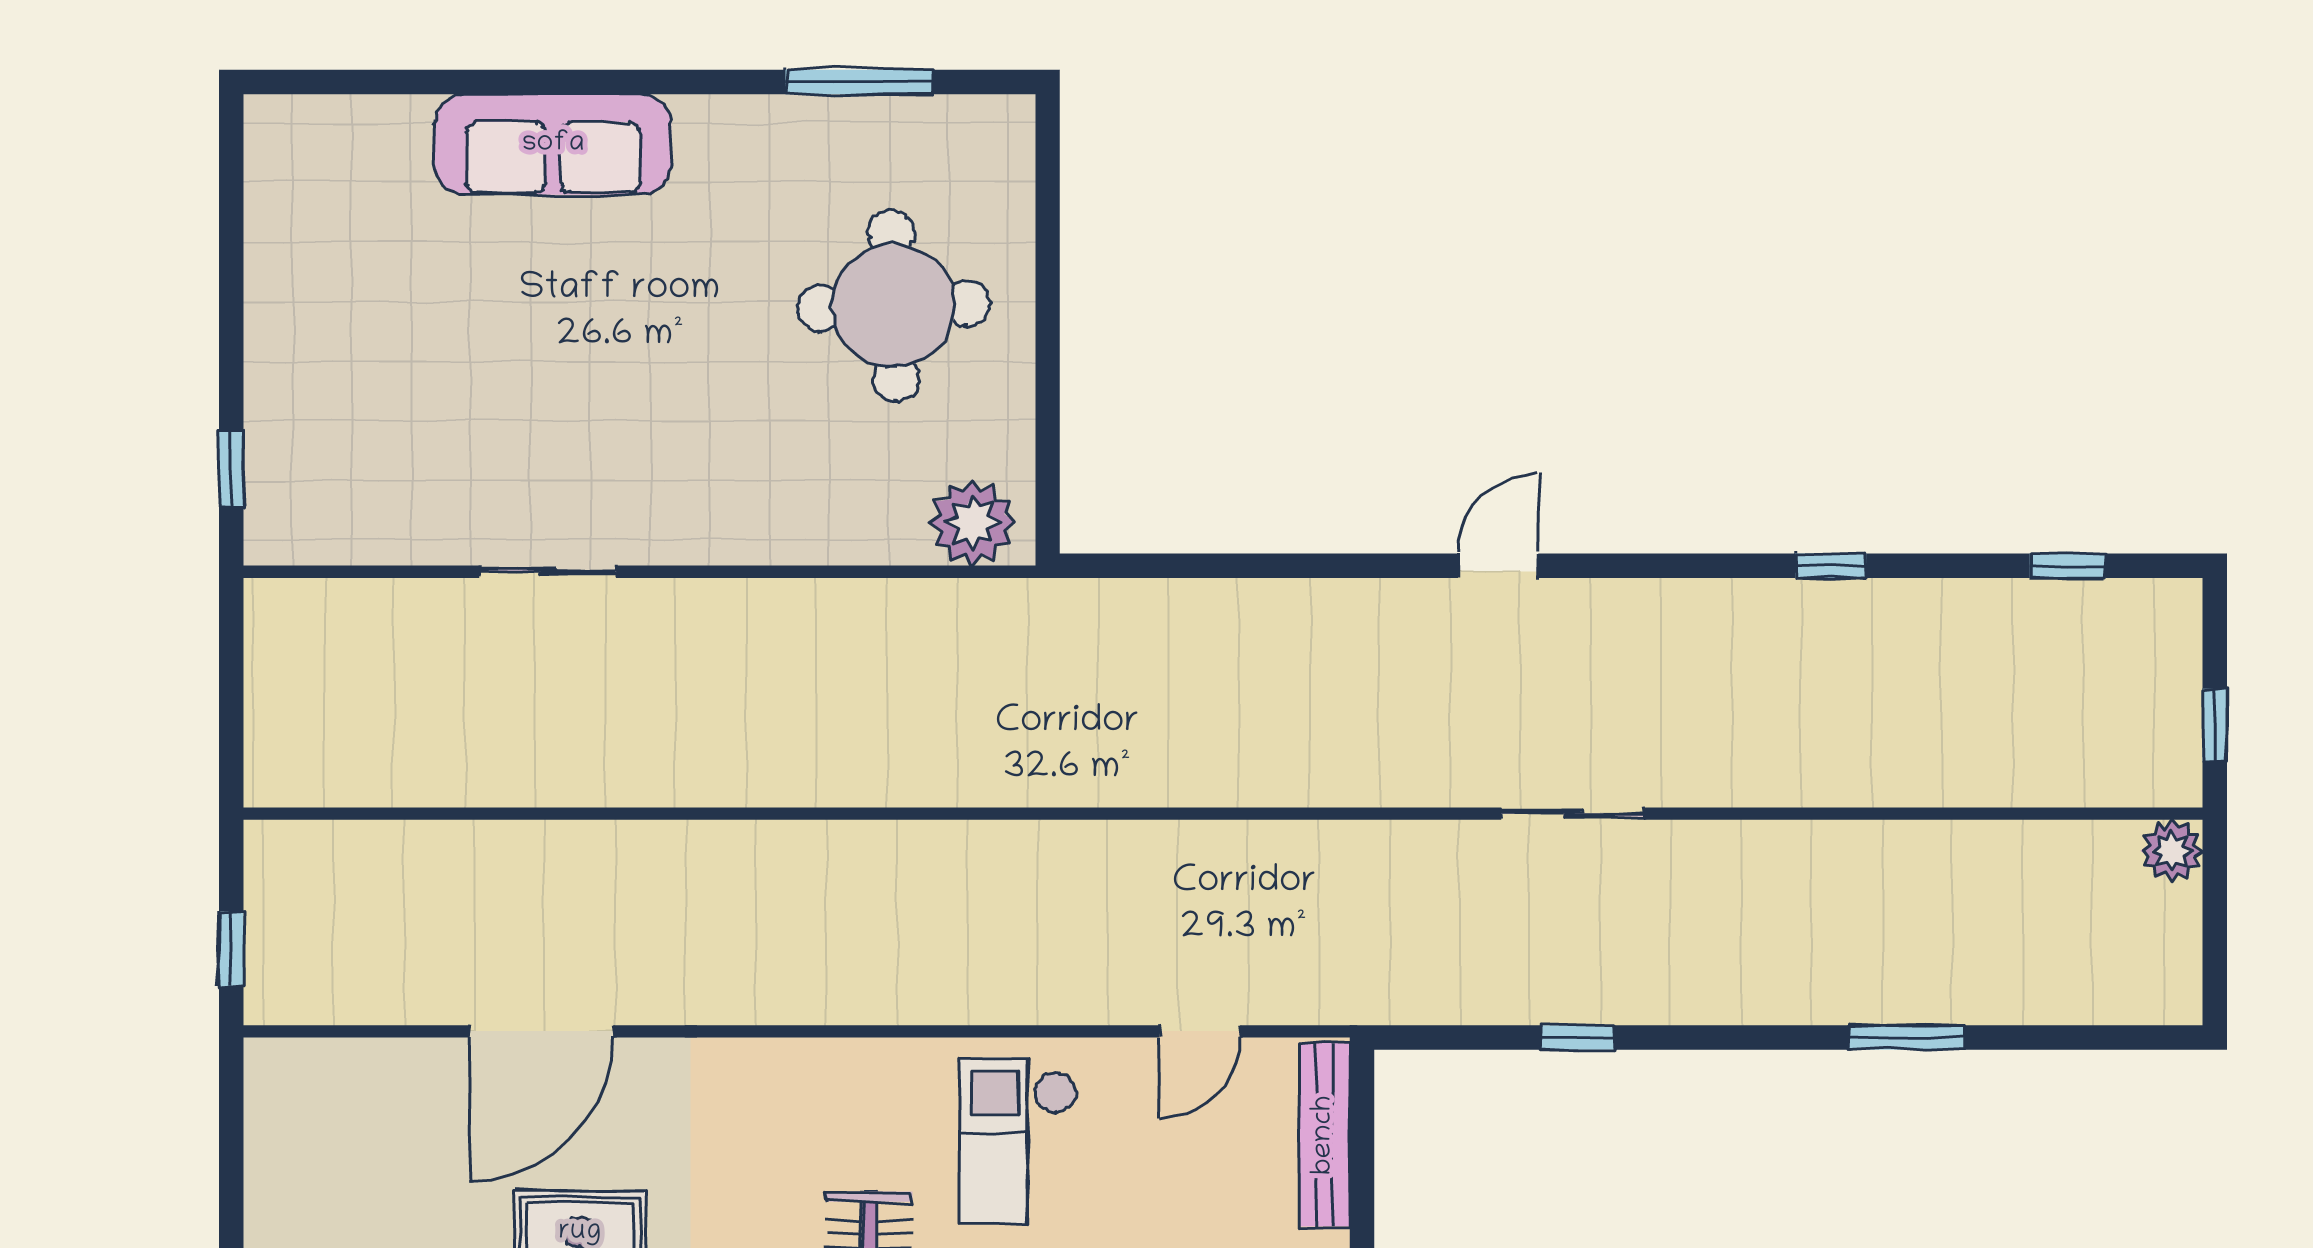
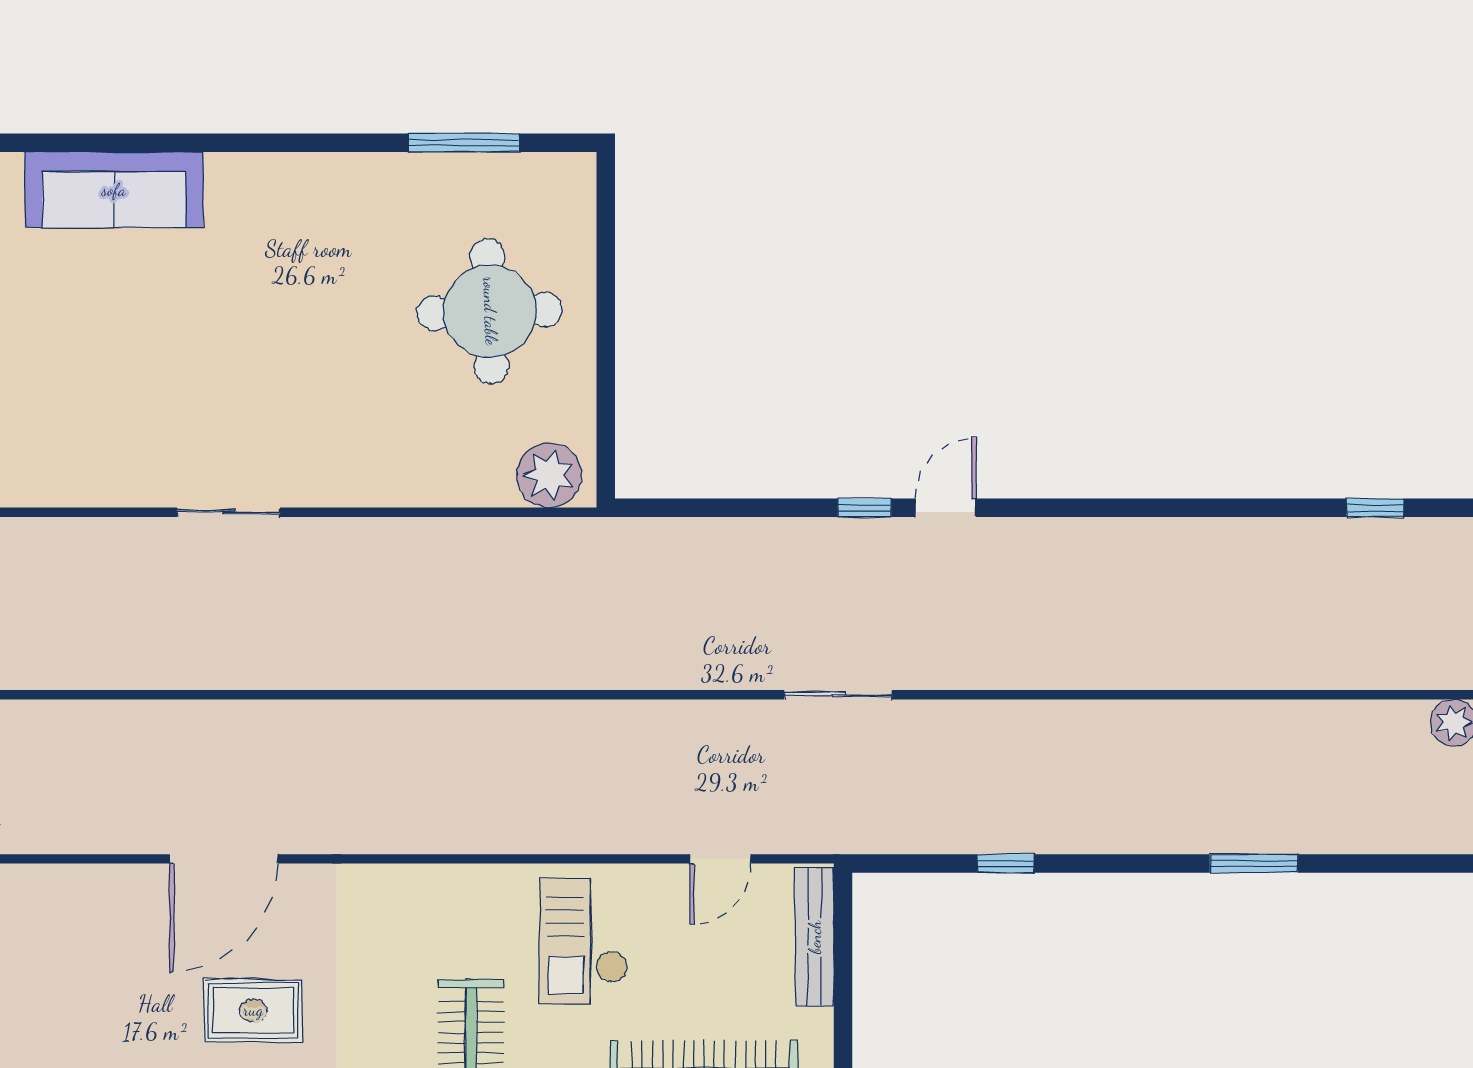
sofa: (553, 144) -> (114, 190), moved
window: (1831, 566) -> (864, 508), moved
sliding door: (1573, 814) -> (838, 695), moved

